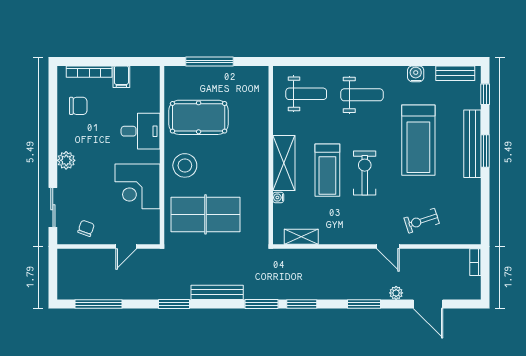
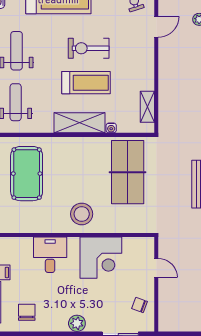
pool table: (199, 117) -> (27, 174), moved
table tennis table: (205, 214) -> (128, 172), moved

